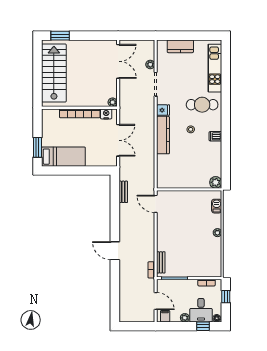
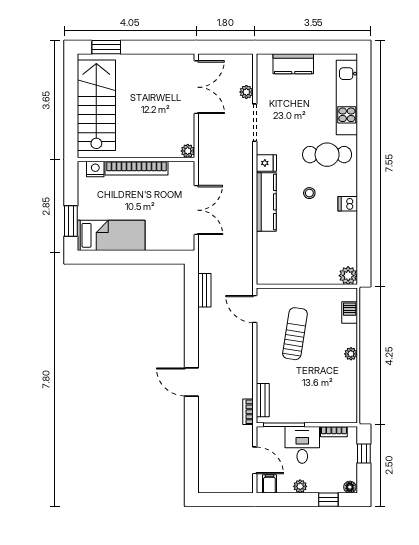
nightstand: (106, 114) -> (95, 169), moved
sun lounger: (181, 220) -> (295, 334), added
desk: (201, 310) -> (302, 445), moved, turned 180

